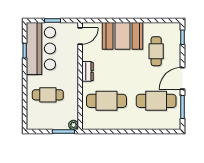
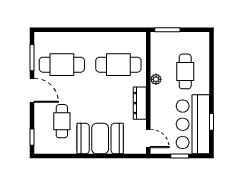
door: (80, 36) -> (148, 138), swing flipped
dresser: (88, 71) -> (140, 103), width x1.44
door: (182, 78) -> (32, 90), hinge flipped
cafe table: (48, 95) -> (185, 71), turned 90
plant: (74, 125) -> (156, 79), moved

